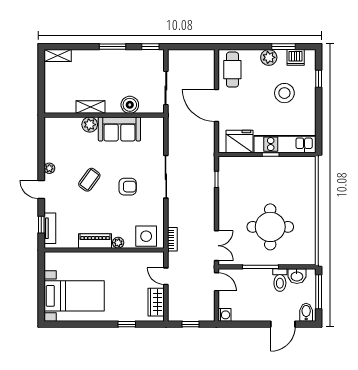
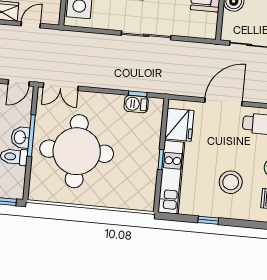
window: (319, 79) -> (208, 220), moved
barbecue: (225, 180) -> (136, 104), added
round table: (270, 227) -> (77, 151), width x1.36, depth x1.36
bookcase: (172, 239) -> (73, 36), removed
washbasin: (297, 276) -> (20, 137), moved

